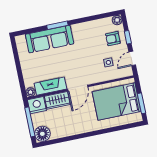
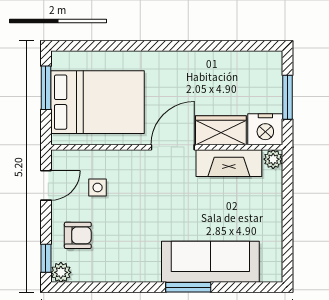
window: (128, 37) -> (46, 258), moved
window: (30, 122) -> (288, 97), width x0.69
floor lamp: (42, 134) -> (266, 67), removed

